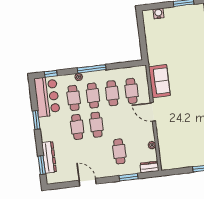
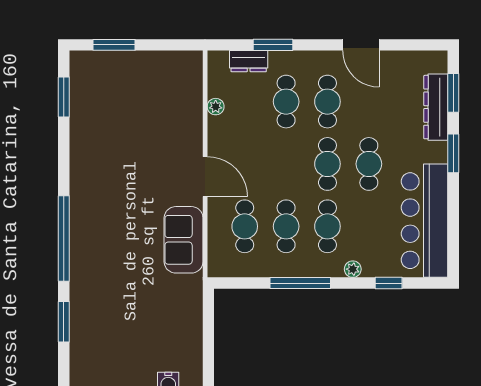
window: (92, 69) -> (300, 283), moved
window: (51, 74) -> (389, 283), moved
bar counter: (47, 97) -> (425, 221), width x1.36
cafe table: (74, 98) -> (327, 102), moved
window: (36, 120) -> (453, 153), moved
dresser: (149, 167) -> (249, 61), moved

